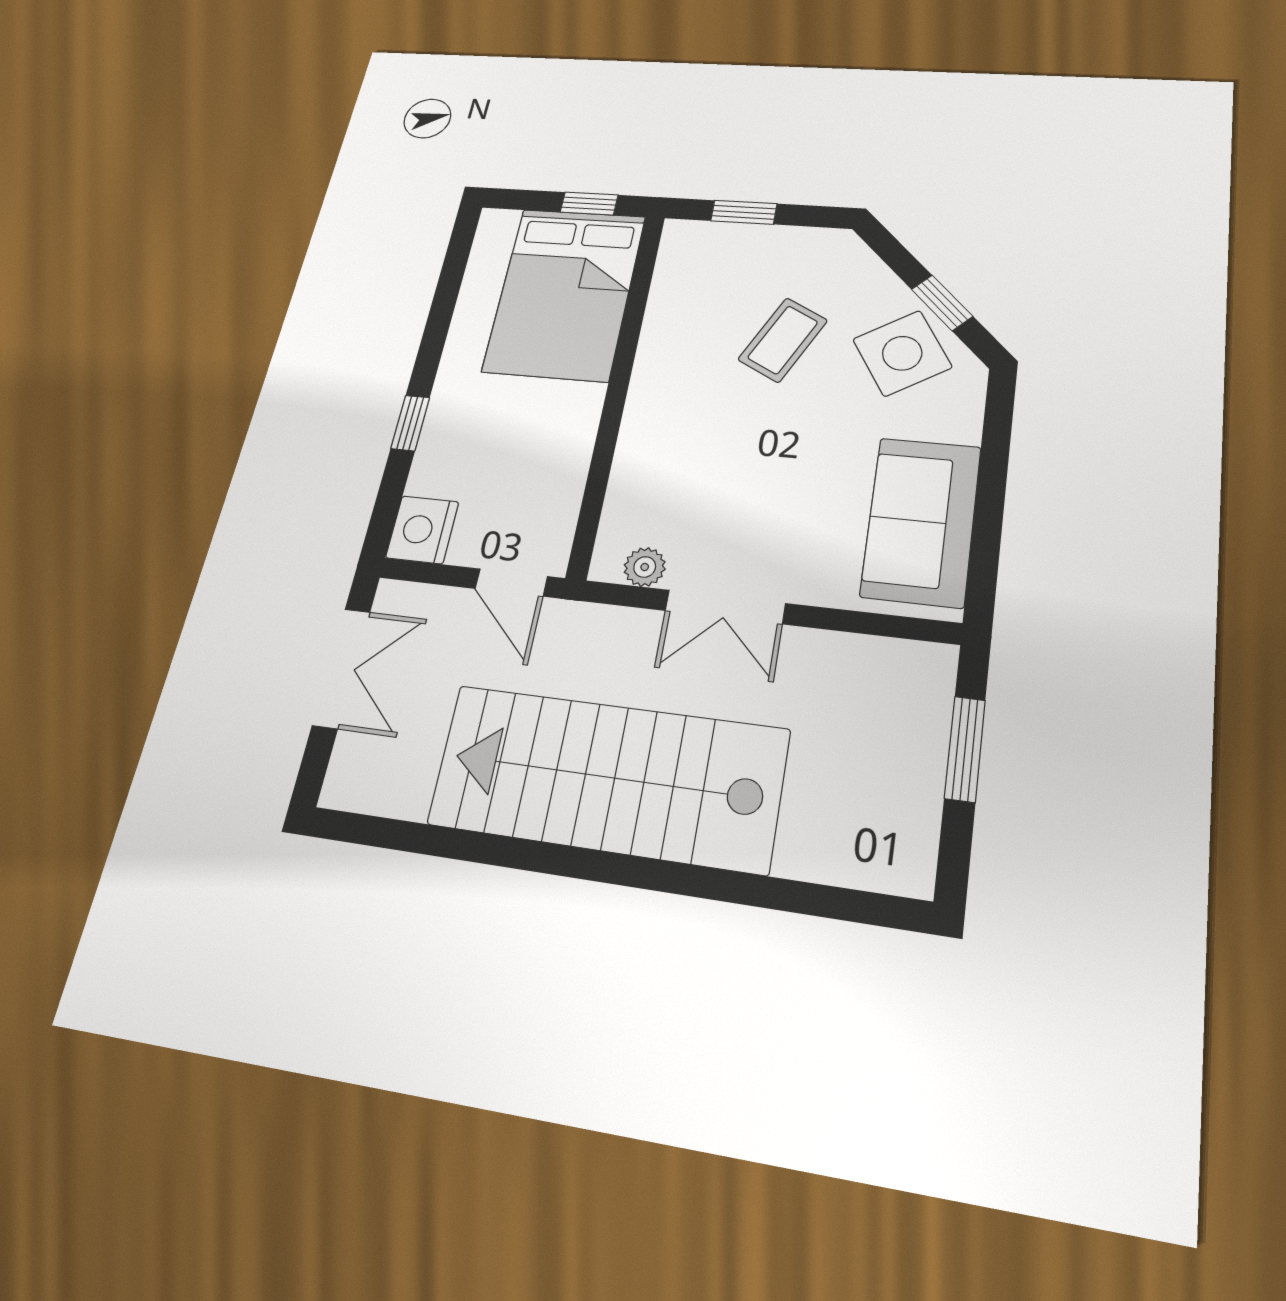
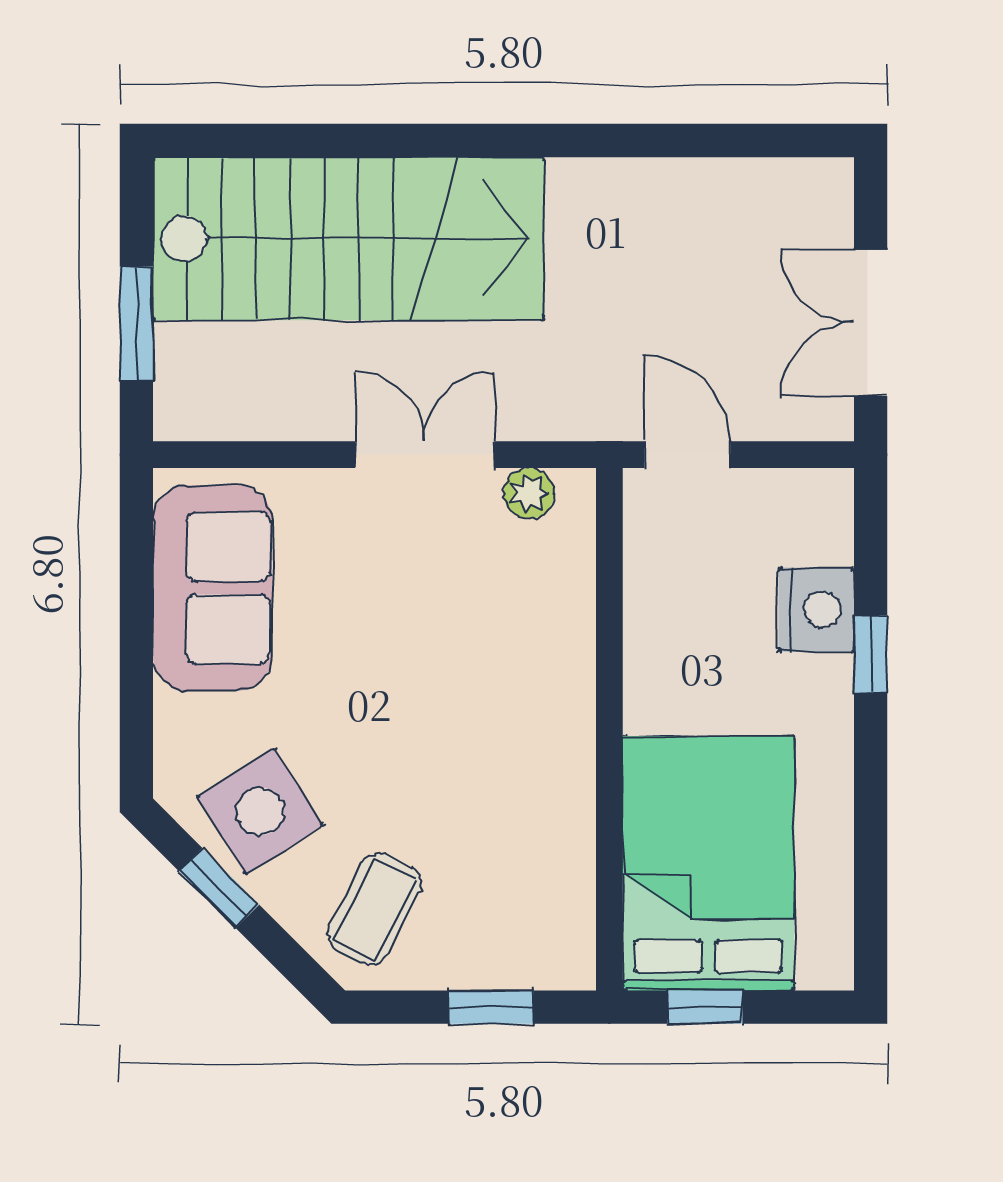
coffee table: (783, 340) -> (375, 909), moved
nightstand: (422, 530) -> (816, 610), moved
stairs: (608, 777) -> (349, 239), moved

